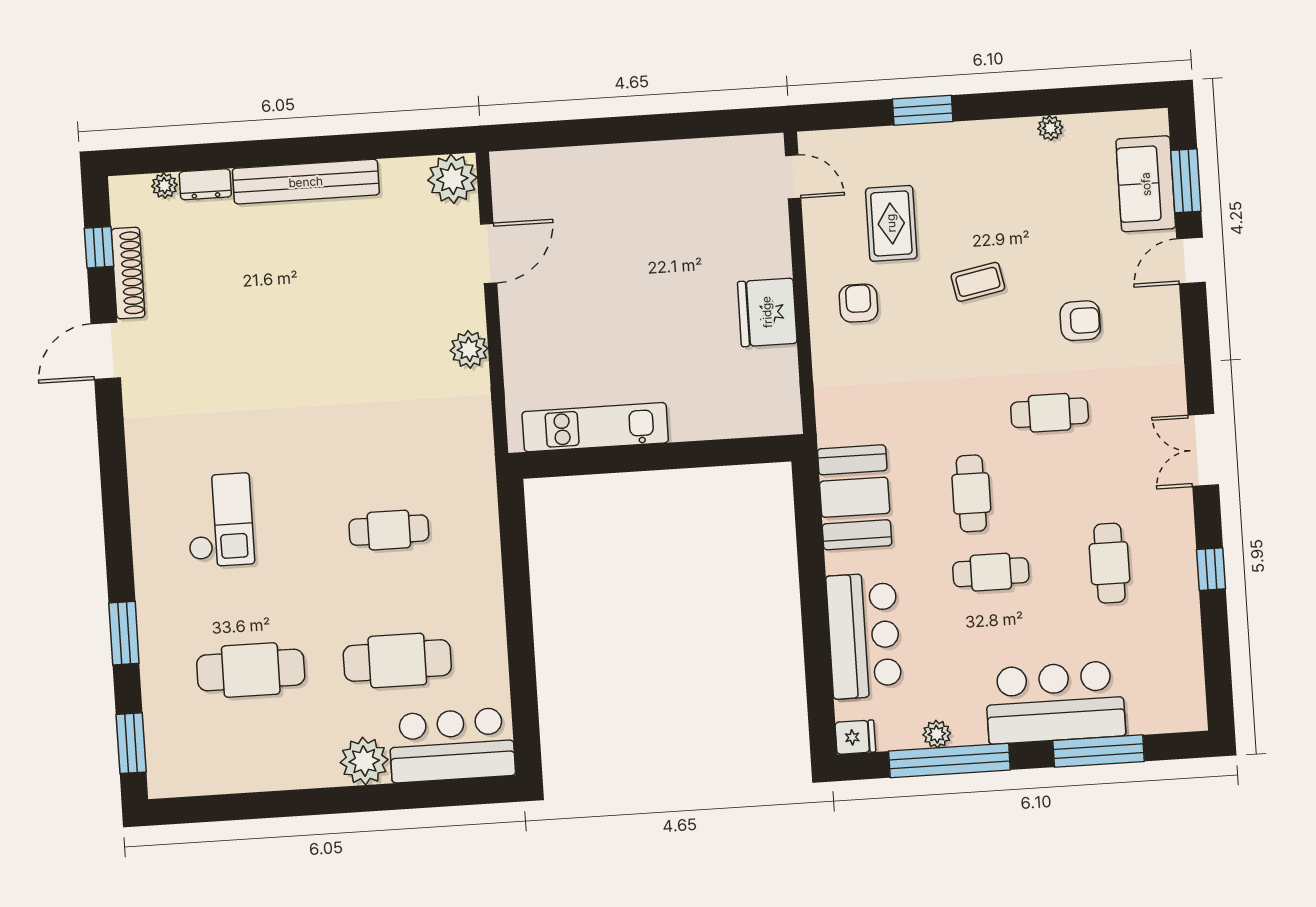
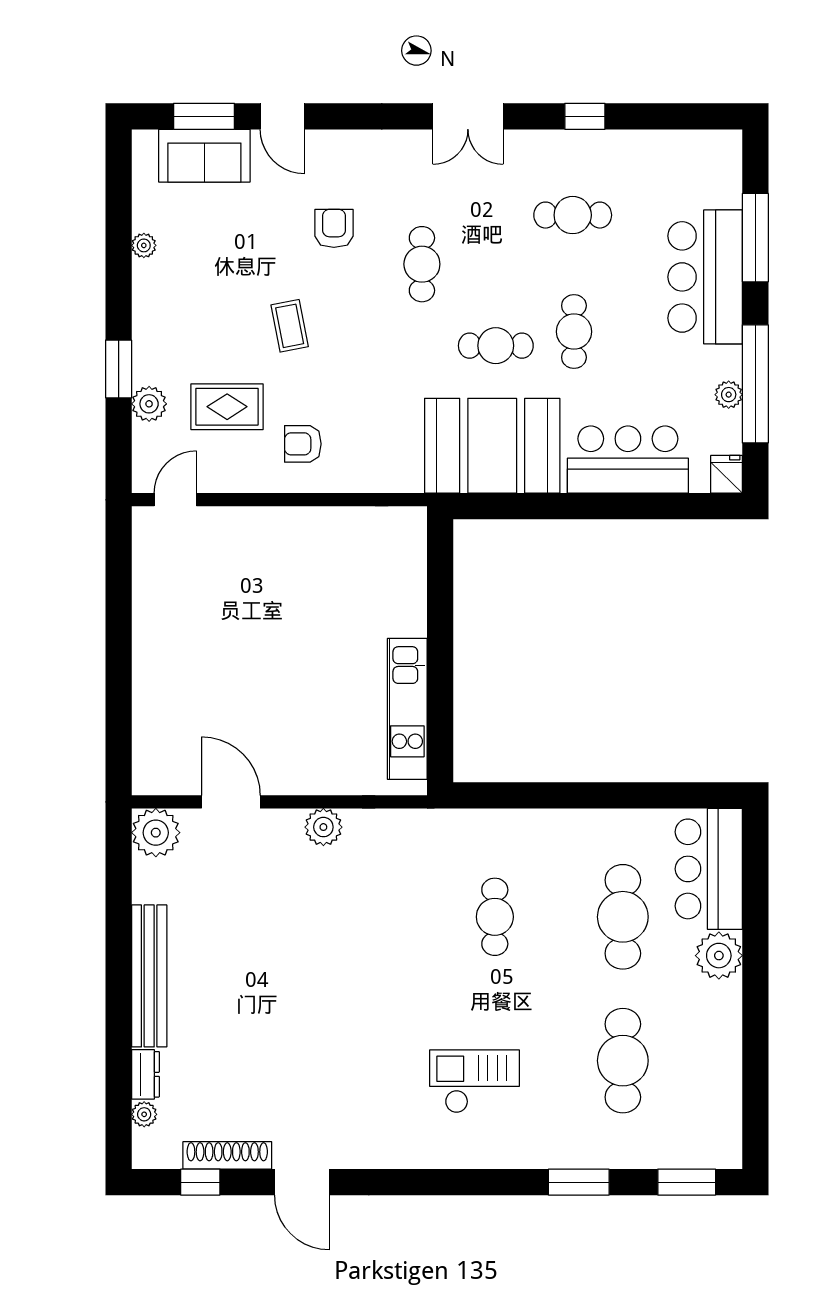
plant: (889, 144) -> (149, 404), added
fridge: (767, 312) -> (306, 533), removed
booth: (855, 497) -> (492, 446), width x1.36, depth x1.42

